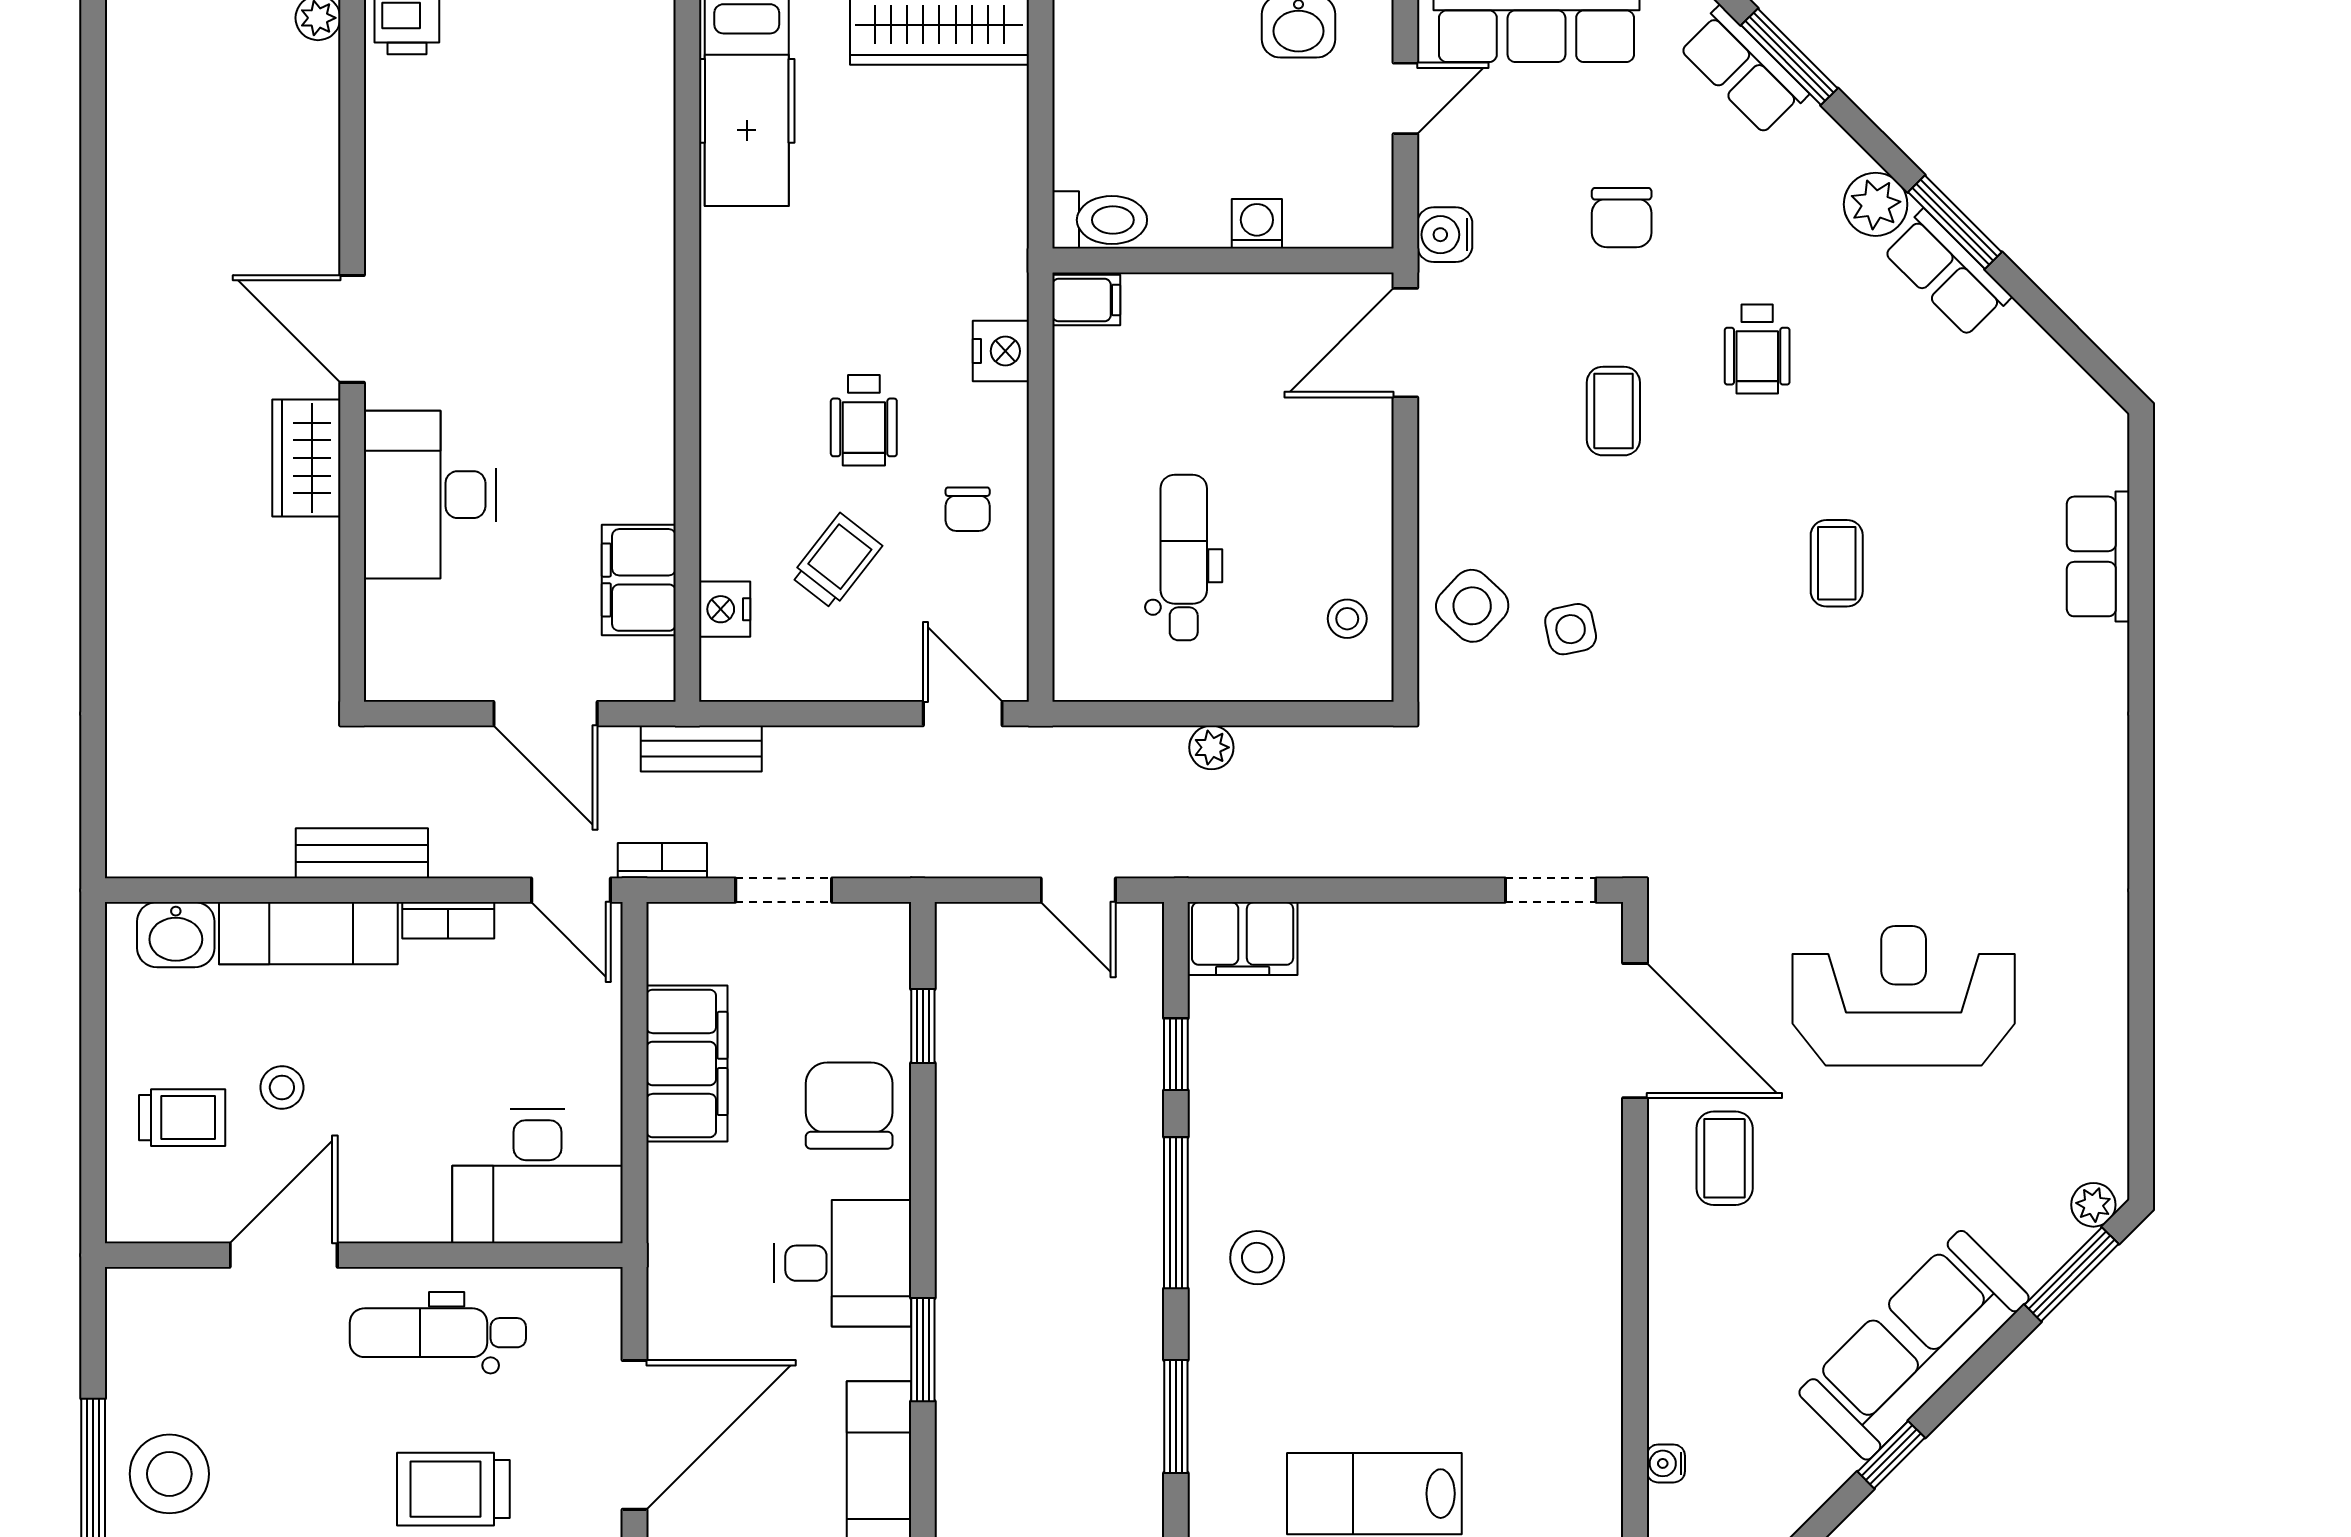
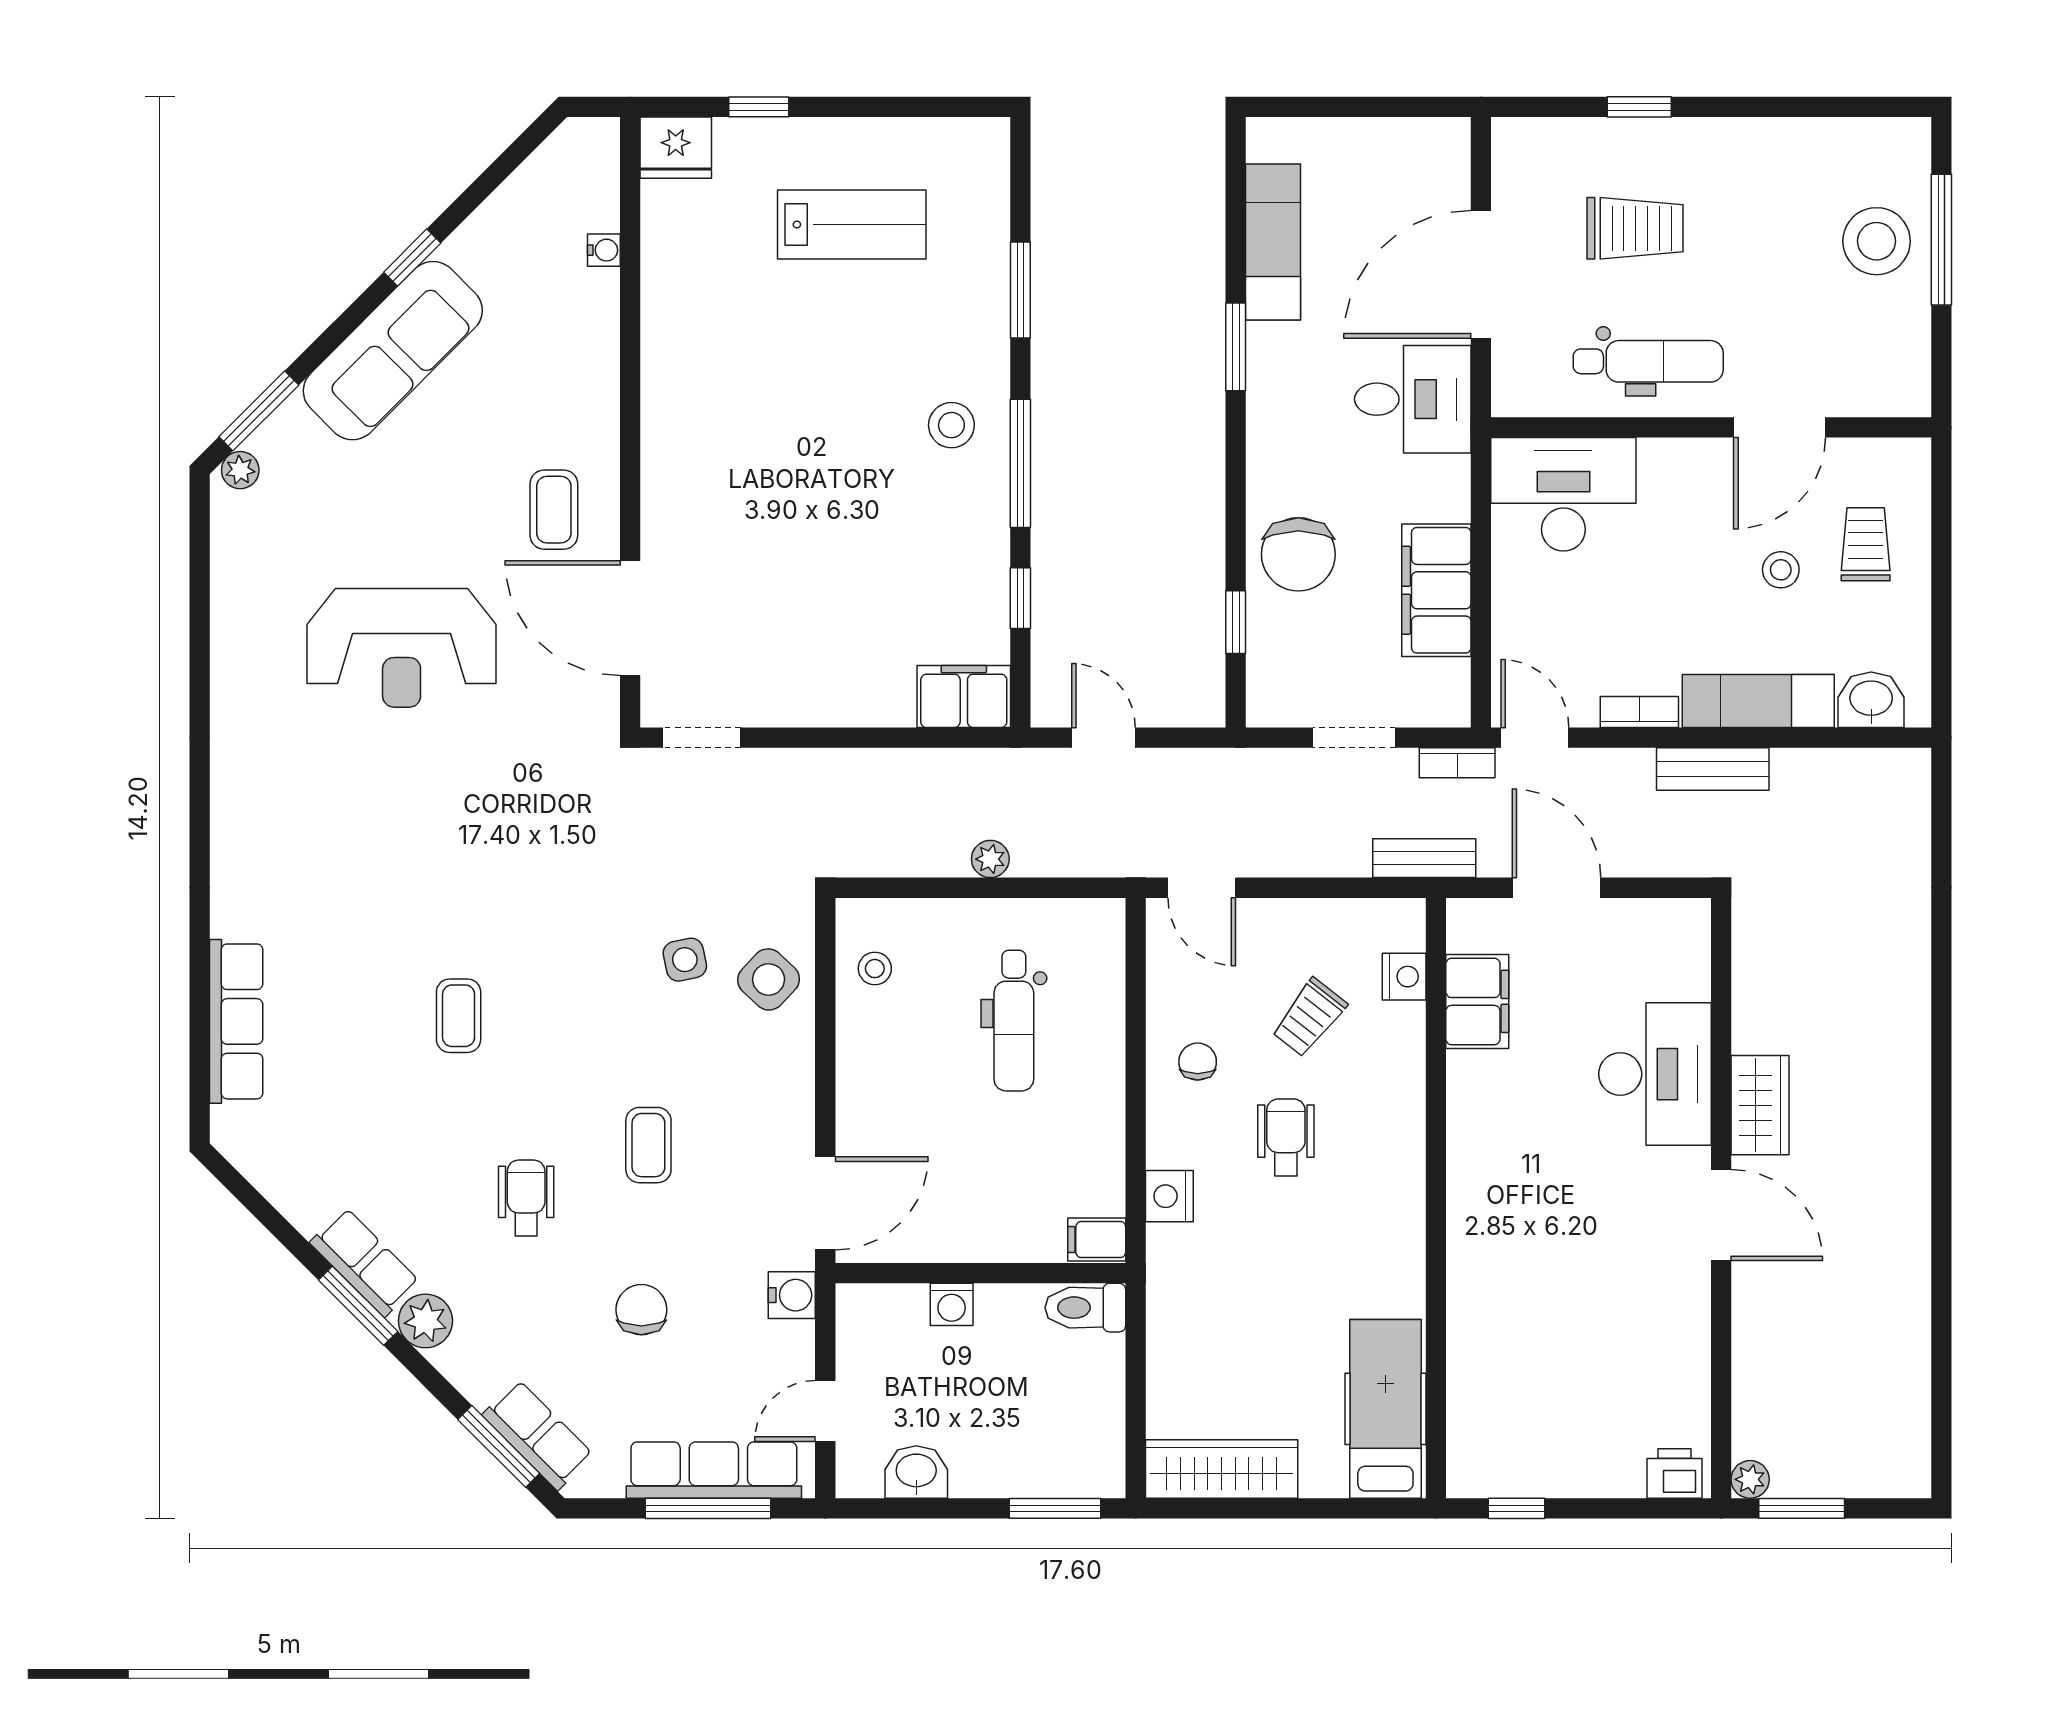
row of seats: (2098, 556) -> (236, 1021), width x1.48
trolley: (182, 1118) -> (1866, 544), turned 90
desk: (843, 1263) -> (1413, 399), moved, turned 180

